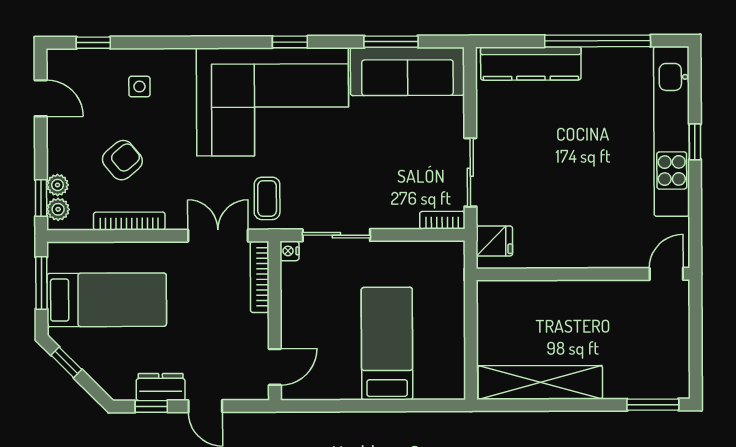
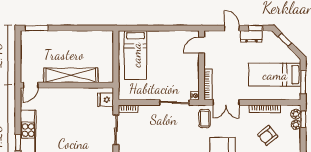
bed: (387, 344) -> (136, 55), moved
window: (66, 362) -> (285, 40), moved
shelving: (540, 382) -> (71, 75), moved

